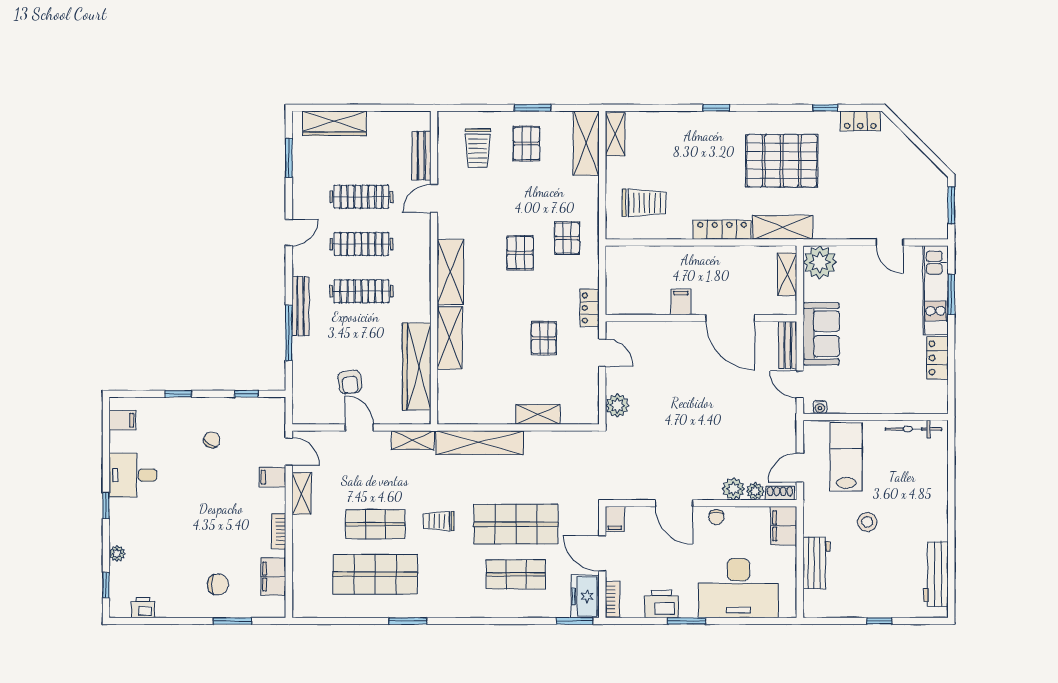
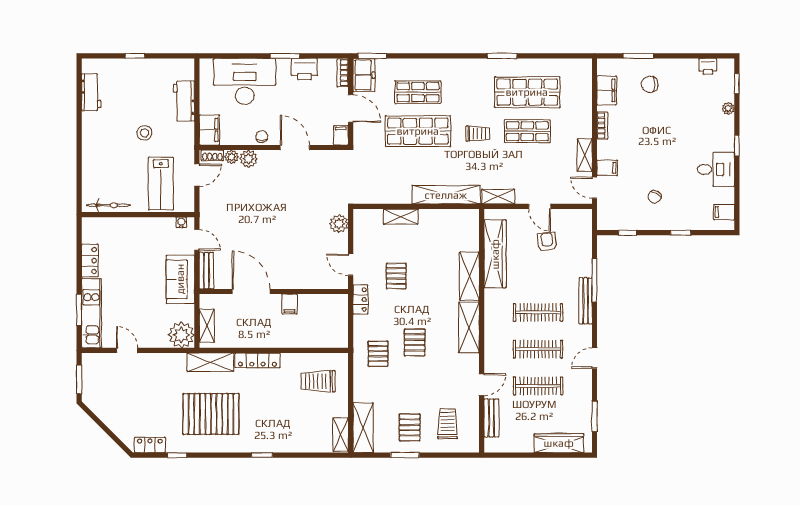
workbench: (936, 574) -> (91, 92), width x0.73

